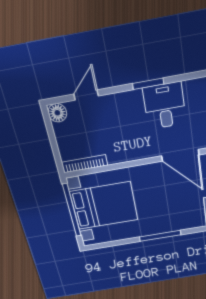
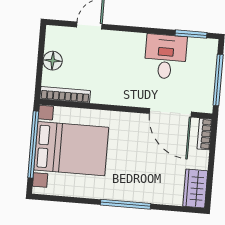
window: (148, 84) -> (191, 34), moved
floor lamp: (57, 113) -> (53, 61), moved

